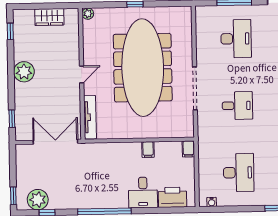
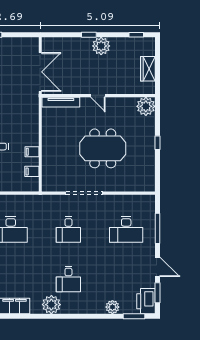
plant: (88, 14) -> (146, 106), width x1.87, depth x1.87
meeting table: (143, 68) -> (103, 148), width x0.54, depth x0.79
window: (12, 119) -> (89, 35), moved
filing cabinet: (188, 149) -> (32, 171), moved

